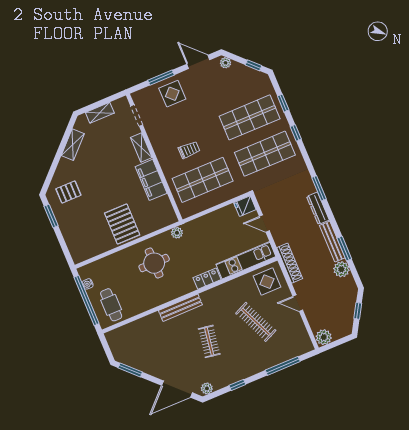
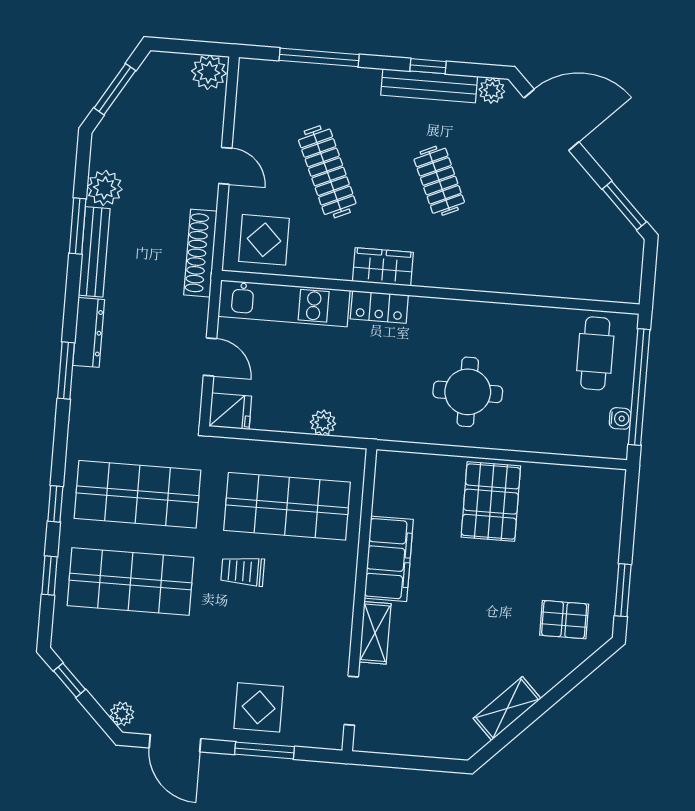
shelving: (100, 113) -> (421, 744), removed
trolley: (189, 150) -> (243, 571), moved
plant: (177, 233) -> (323, 423), moved
wardrobe: (214, 295) -> (383, 267), added
bench: (180, 308) -> (429, 86), moved
window: (358, 311) -> (115, 89), width x1.50
clothes rail: (209, 341) -> (439, 181), turned -33

